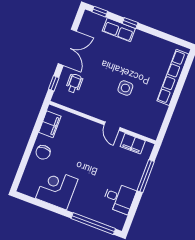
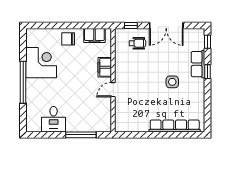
side table: (125, 88) -> (172, 82), moved
filing cabinet: (133, 144) -> (105, 67), moved
window: (93, 224) -> (23, 82), moved

